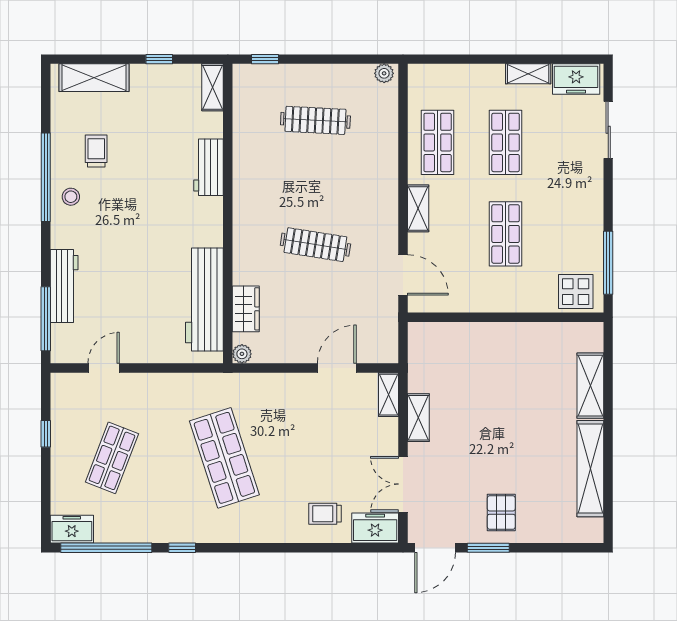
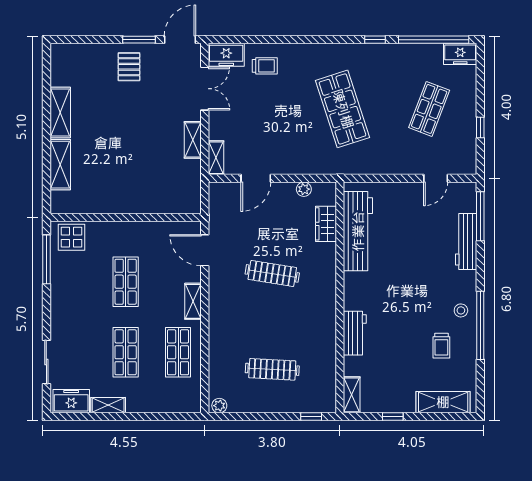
plant: (242, 354) -> (304, 189), moved
shelving: (590, 469) -> (60, 113), width x0.68

